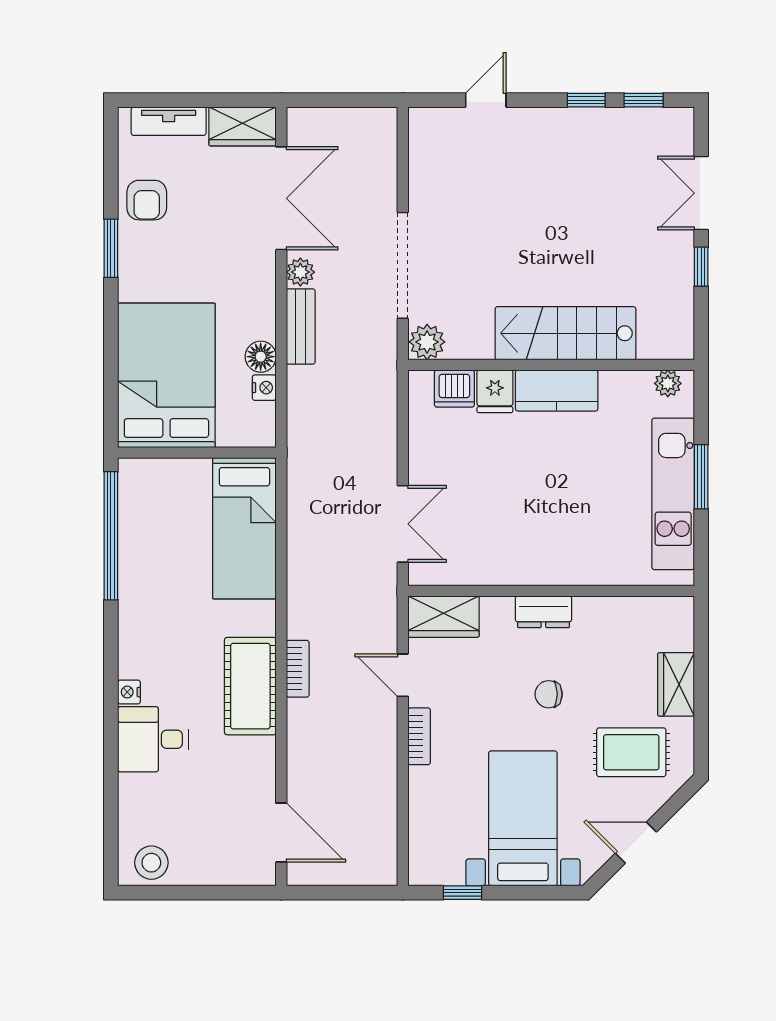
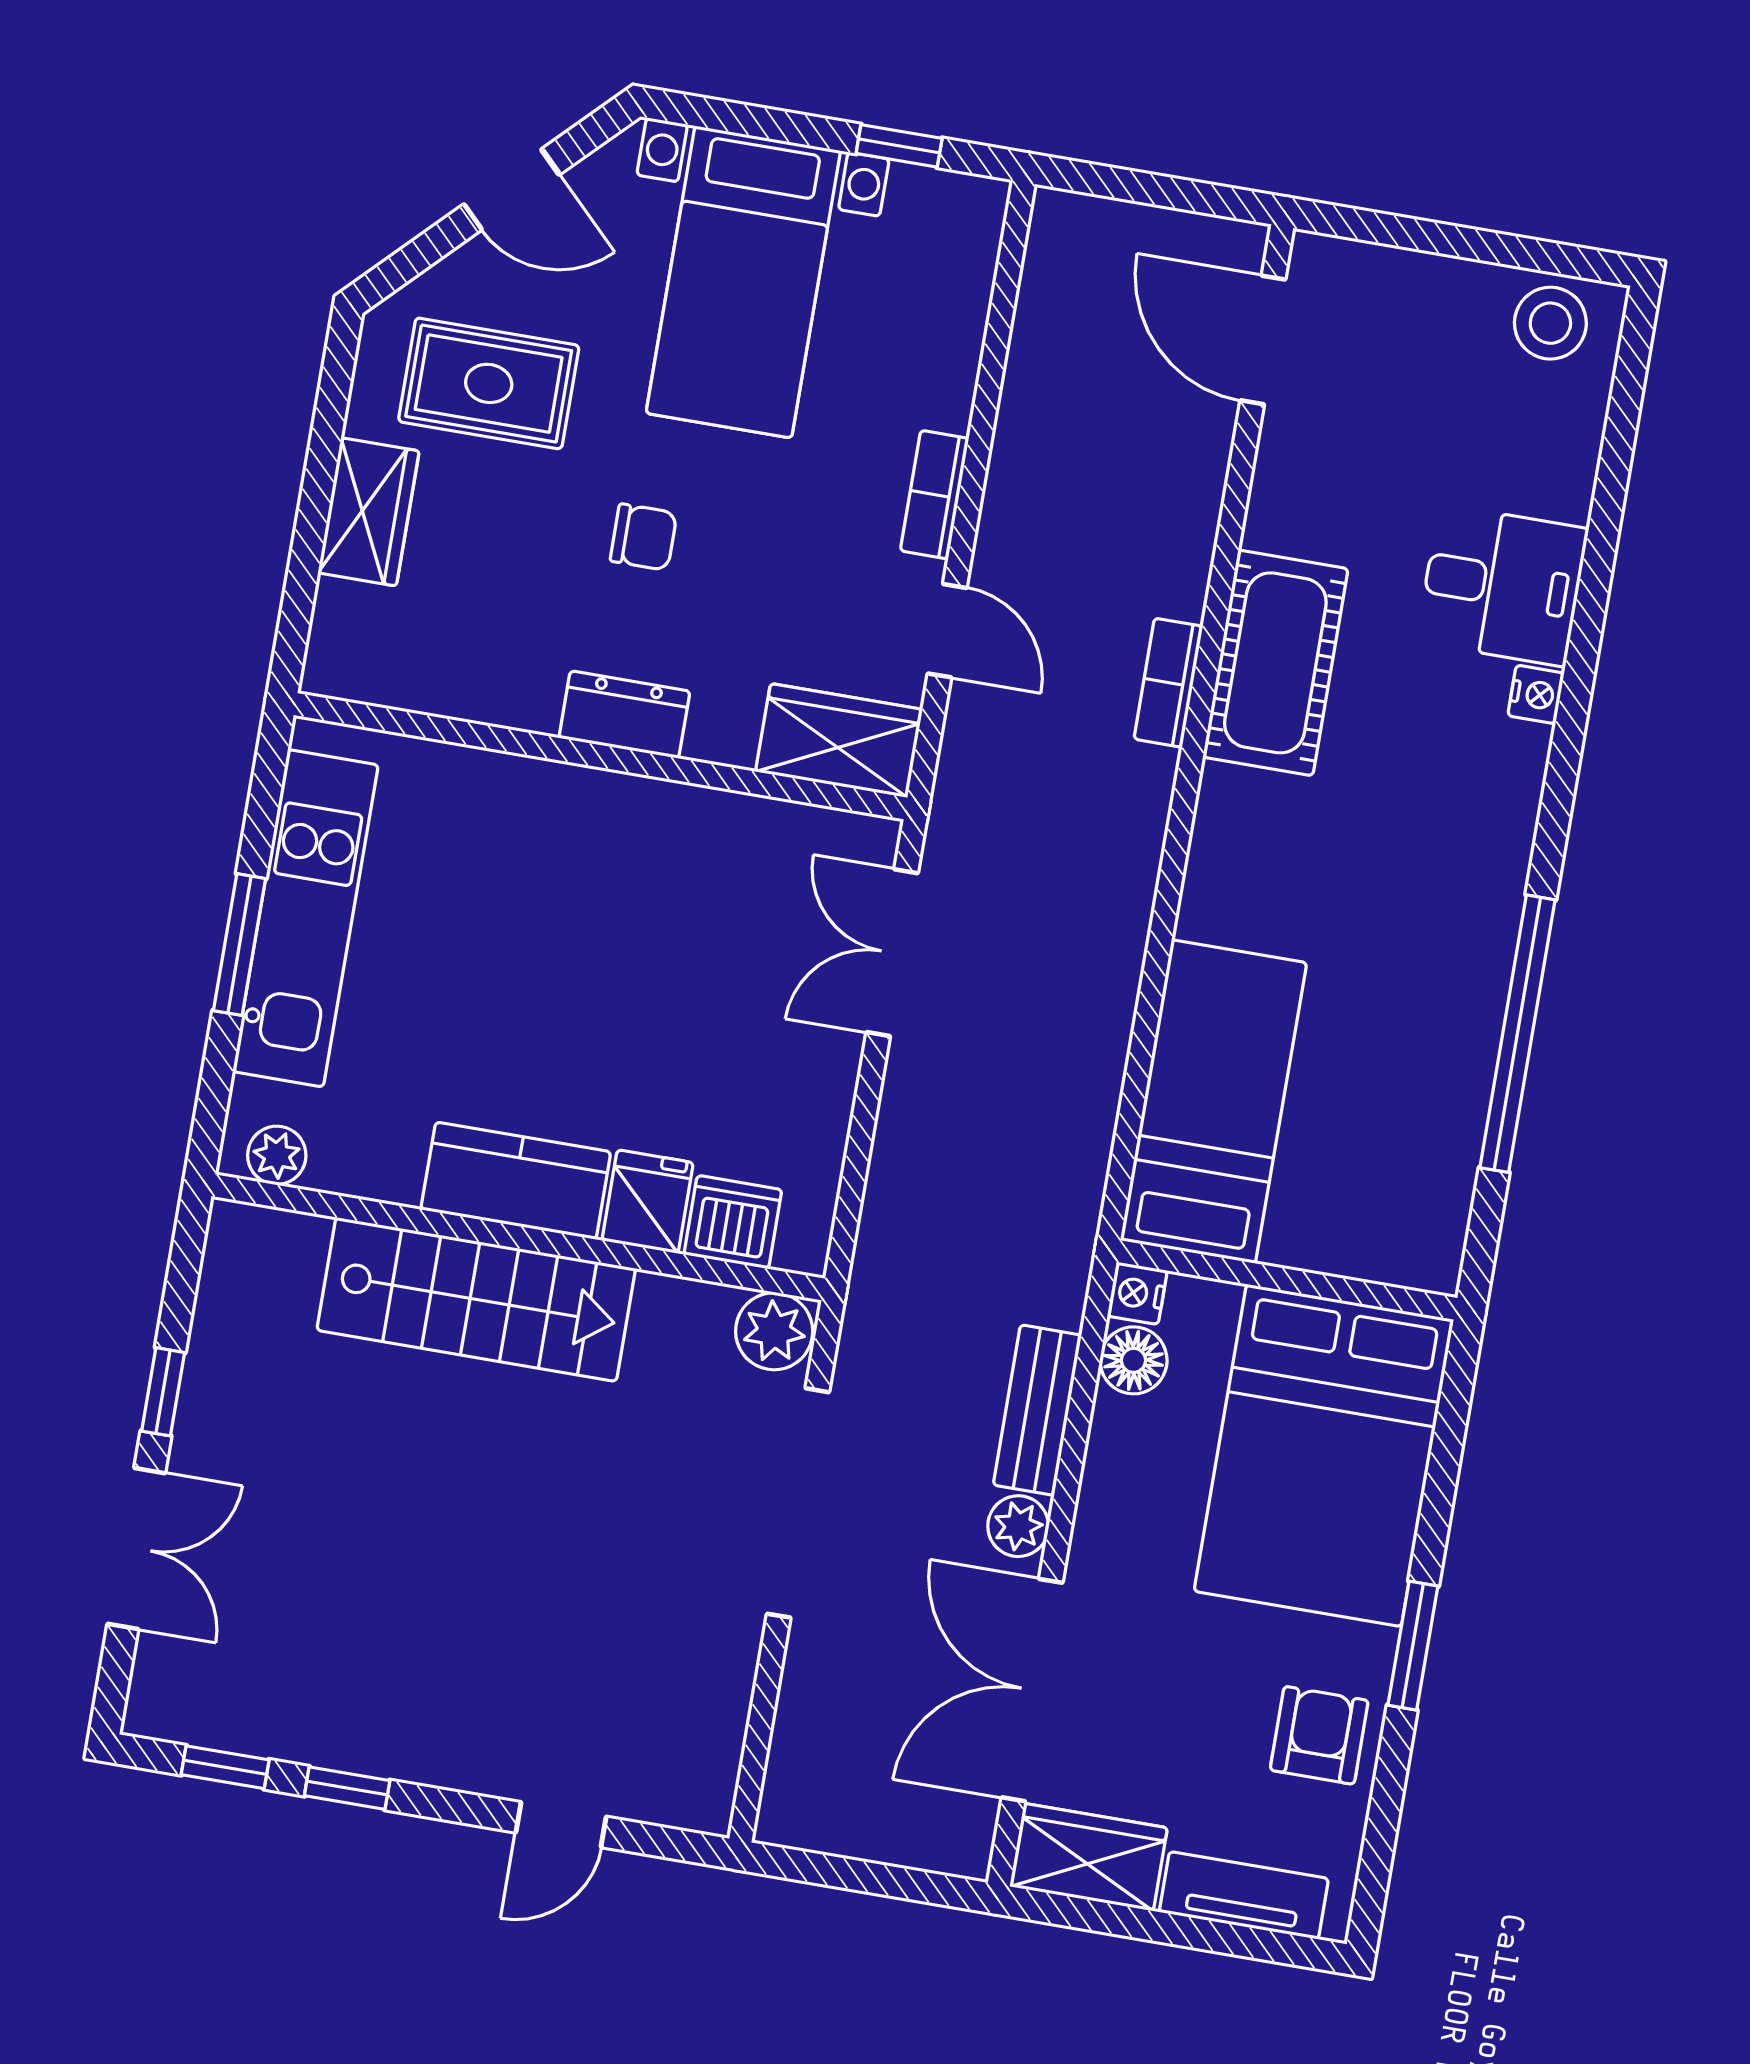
bed: (166, 375) -> (1324, 1455), moved
wall: (197, 453) -> (1287, 1280), moved
bed: (244, 528) -> (1213, 1101), moved

